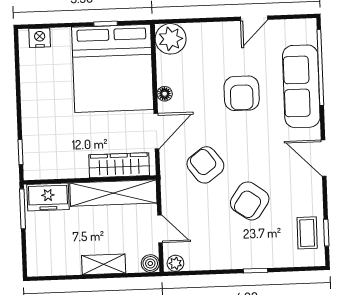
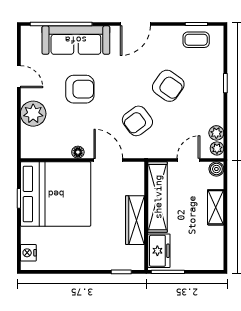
plant: (171, 39) -> (33, 114), moved
wardrobe: (119, 165) -> (135, 220), moved
plant: (194, 262) -> (216, 133), added

